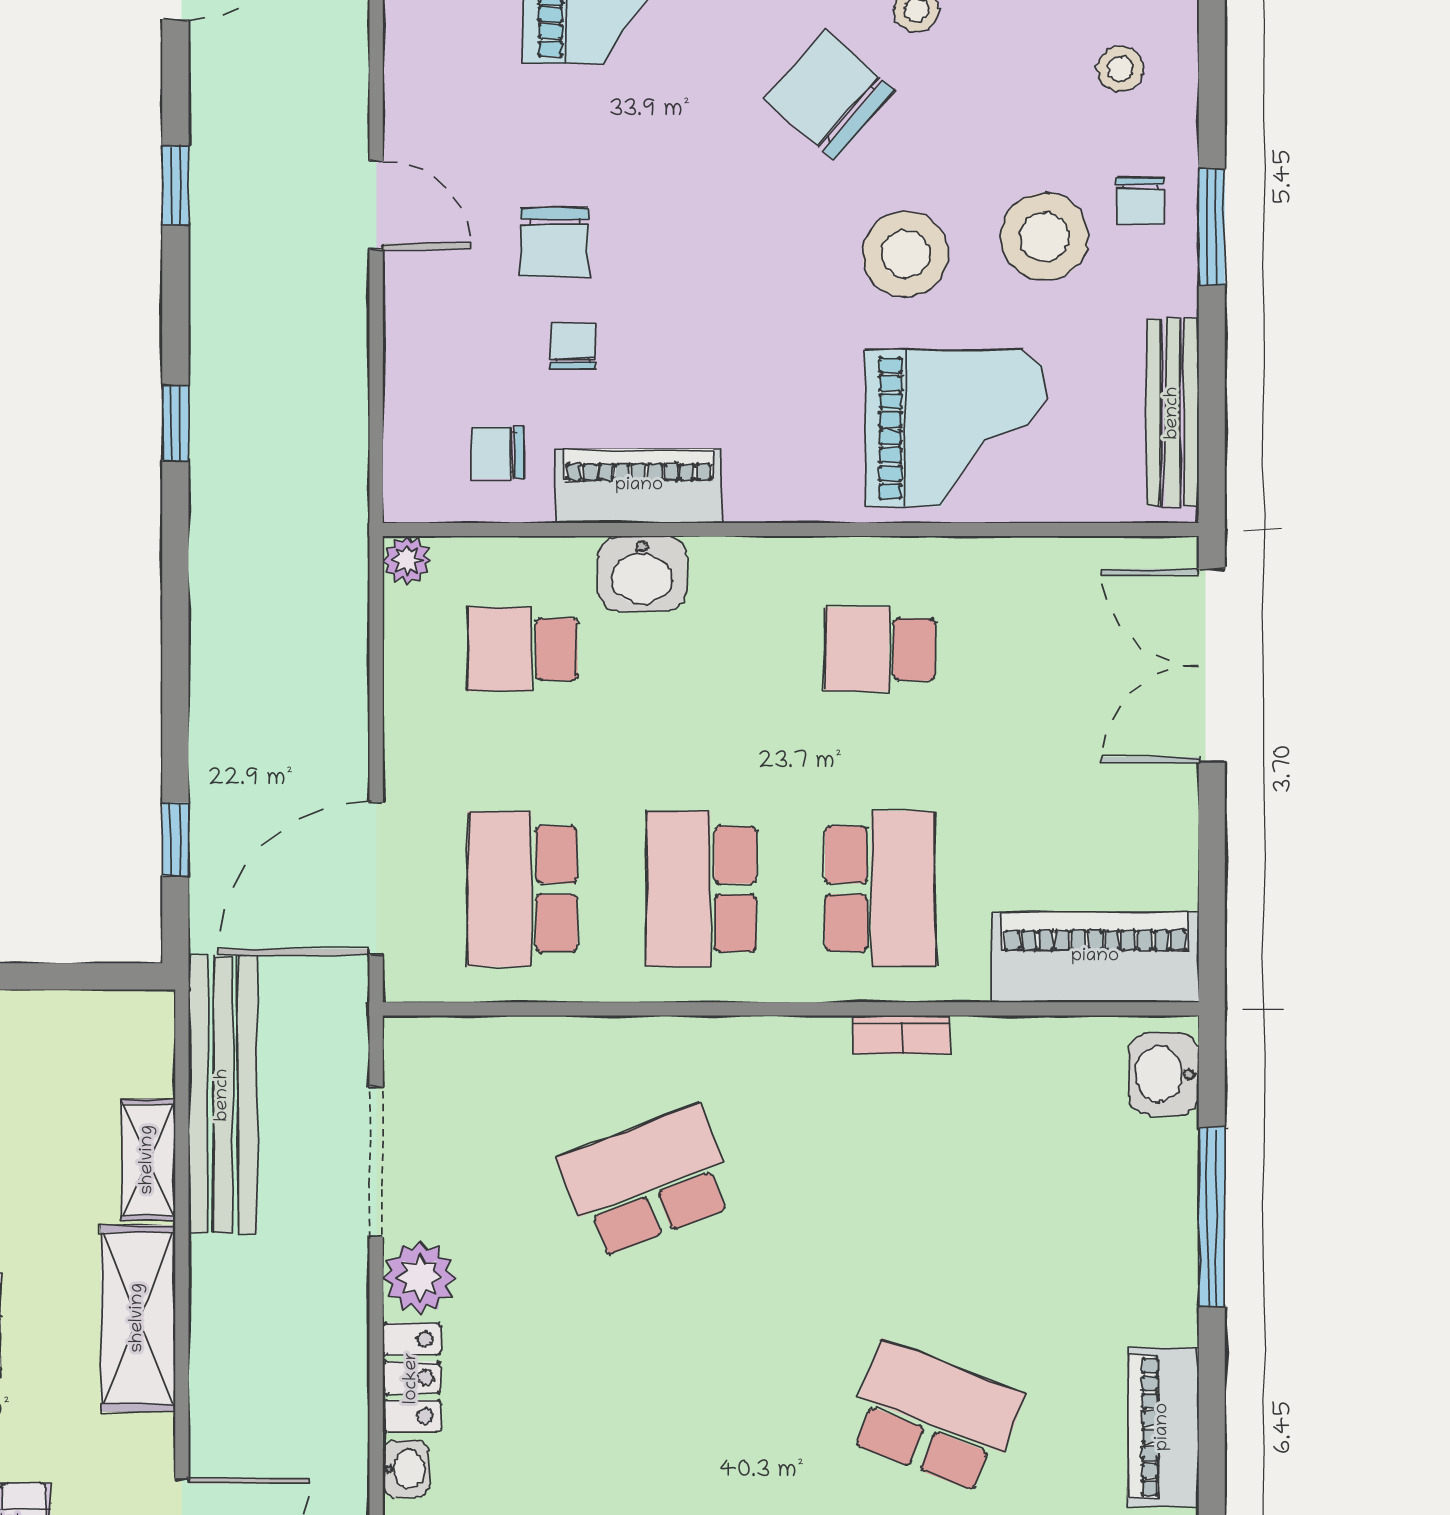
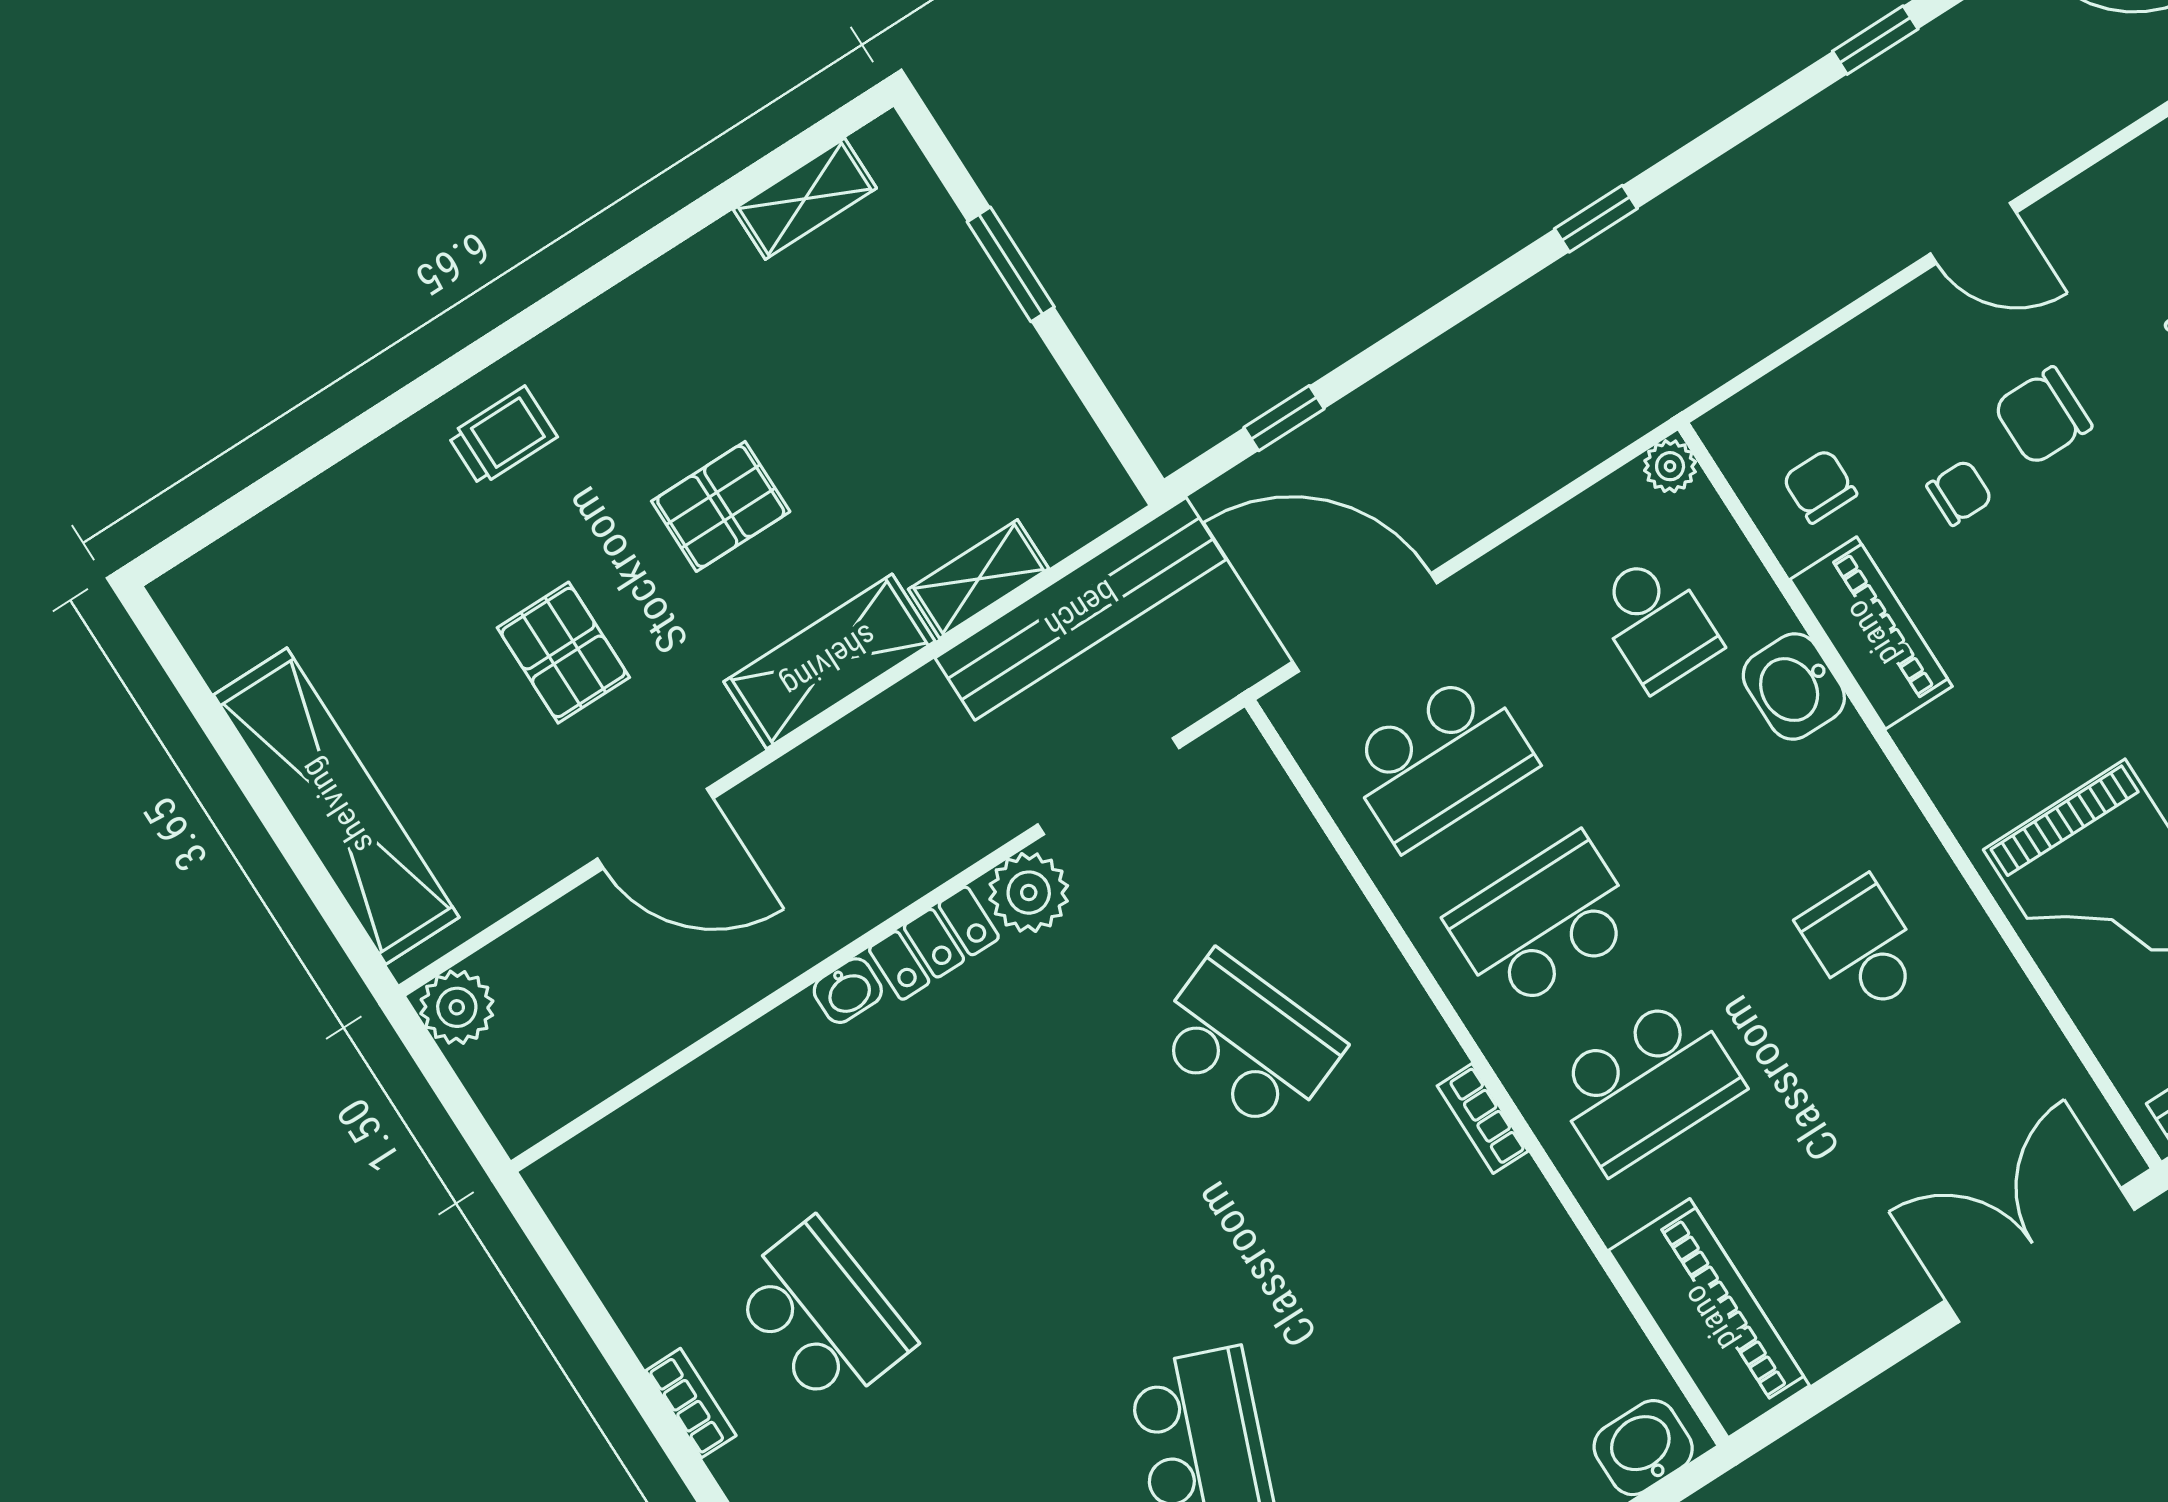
door: (376, 205) -> (1973, 233), hinge flipped
window: (175, 423) -> (1596, 219), moved
school desk: (522, 649) -> (1656, 622), turned 180
school desk: (522, 889) -> (1440, 761), turned 180
bookcase: (901, 1035) -> (1483, 1118), moved

